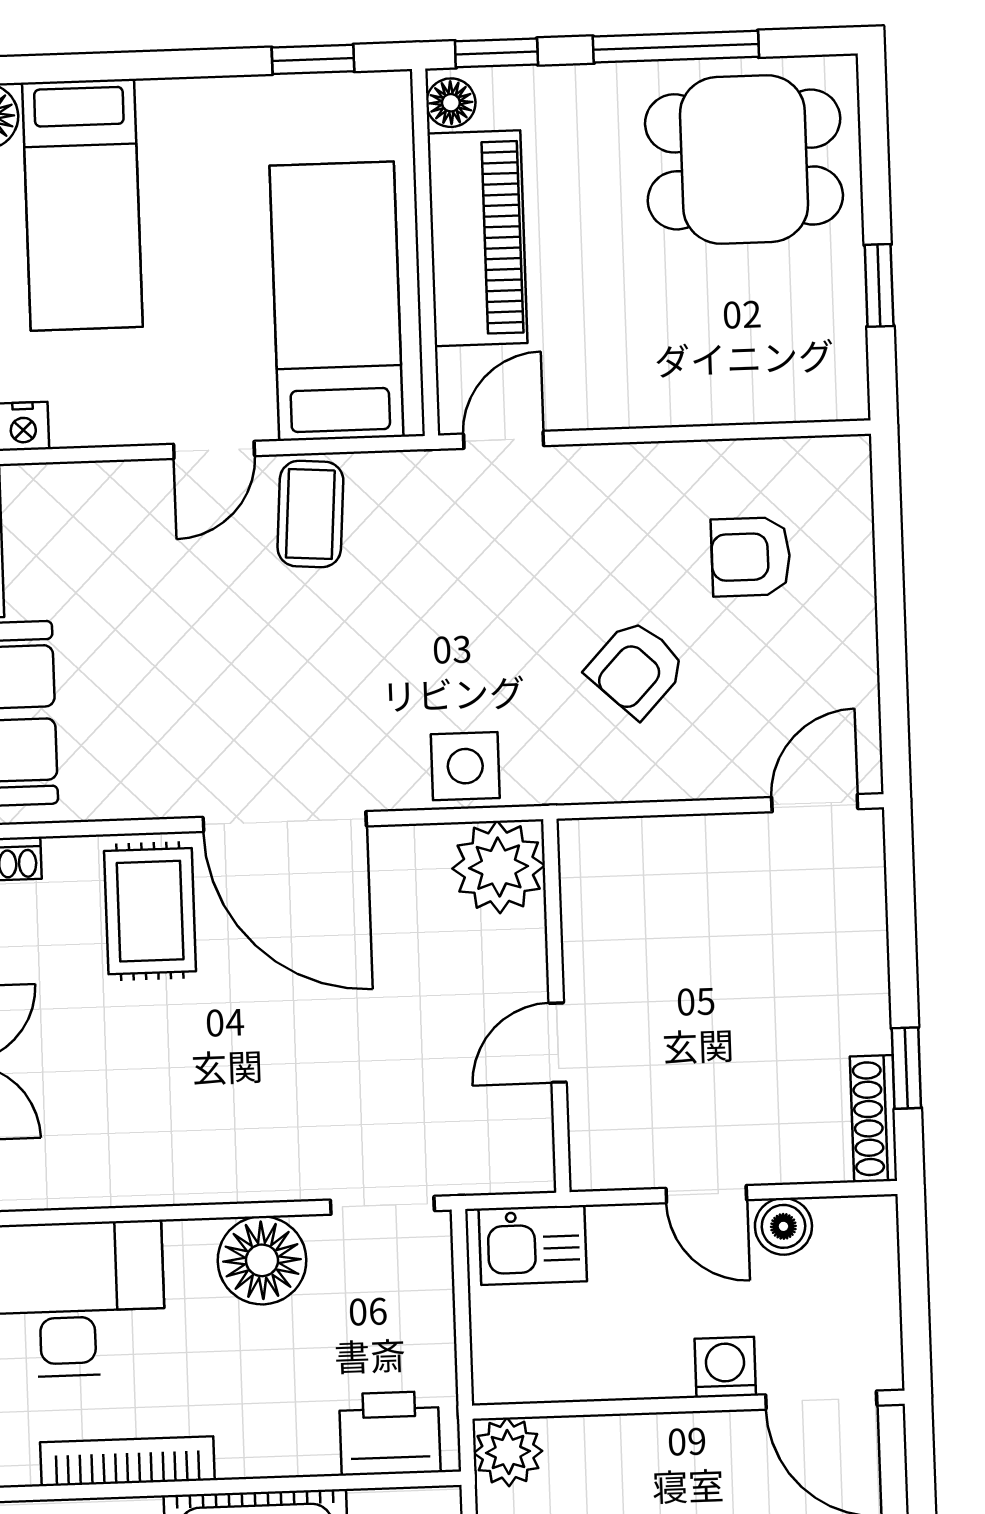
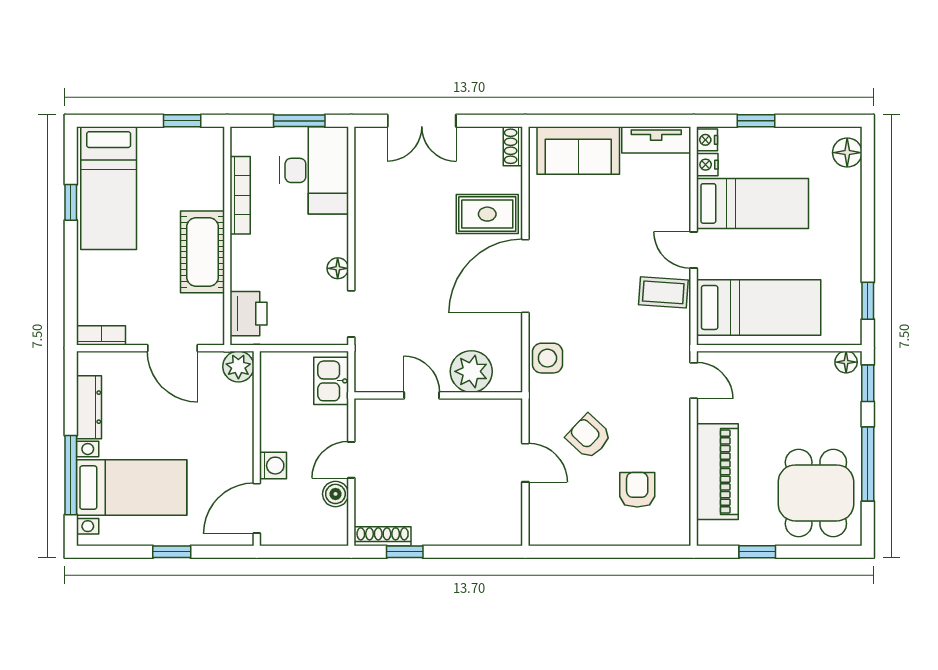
bed: (82, 205) -> (752, 203), moved, turned 180
piano: (477, 238) -> (717, 472), moved, turned -90
door: (815, 803) -> (525, 463), moved
plant: (499, 867) -> (471, 371), moved
floor lamp: (262, 1260) -> (338, 268), width x0.53, depth x0.53

